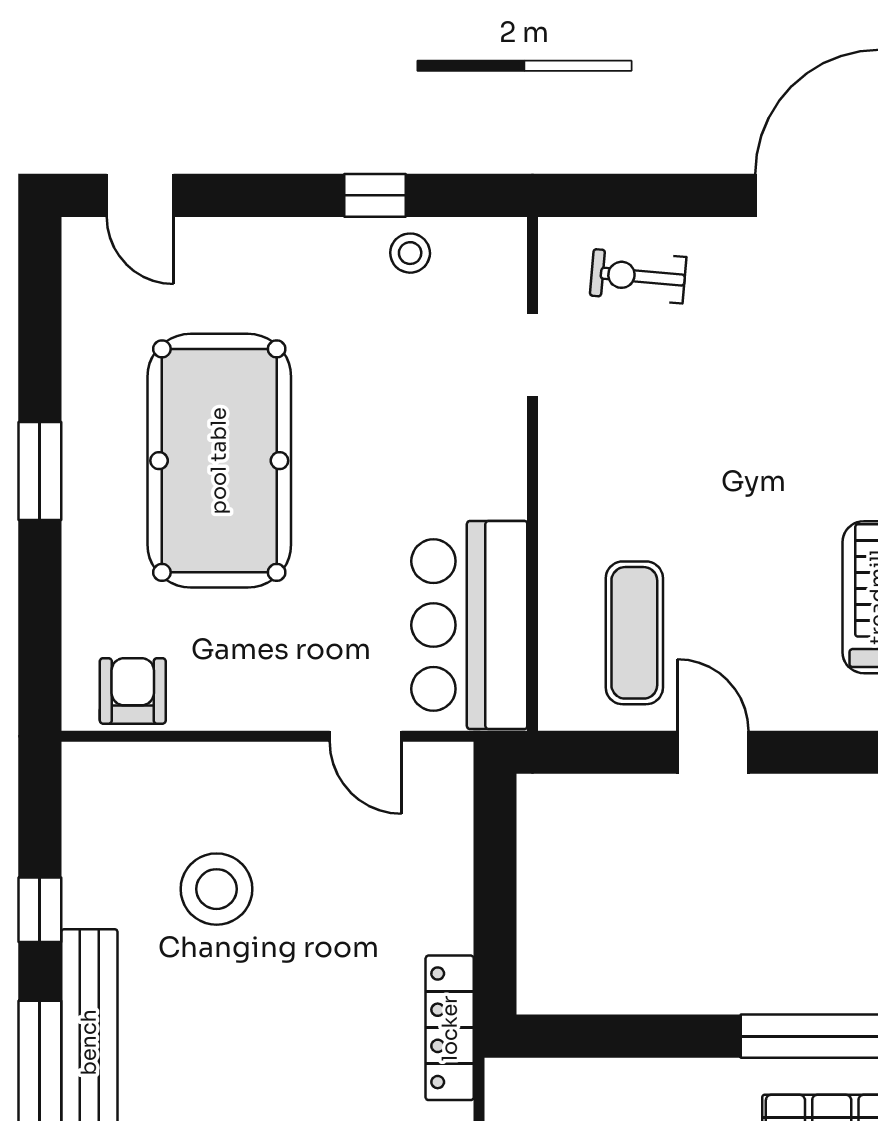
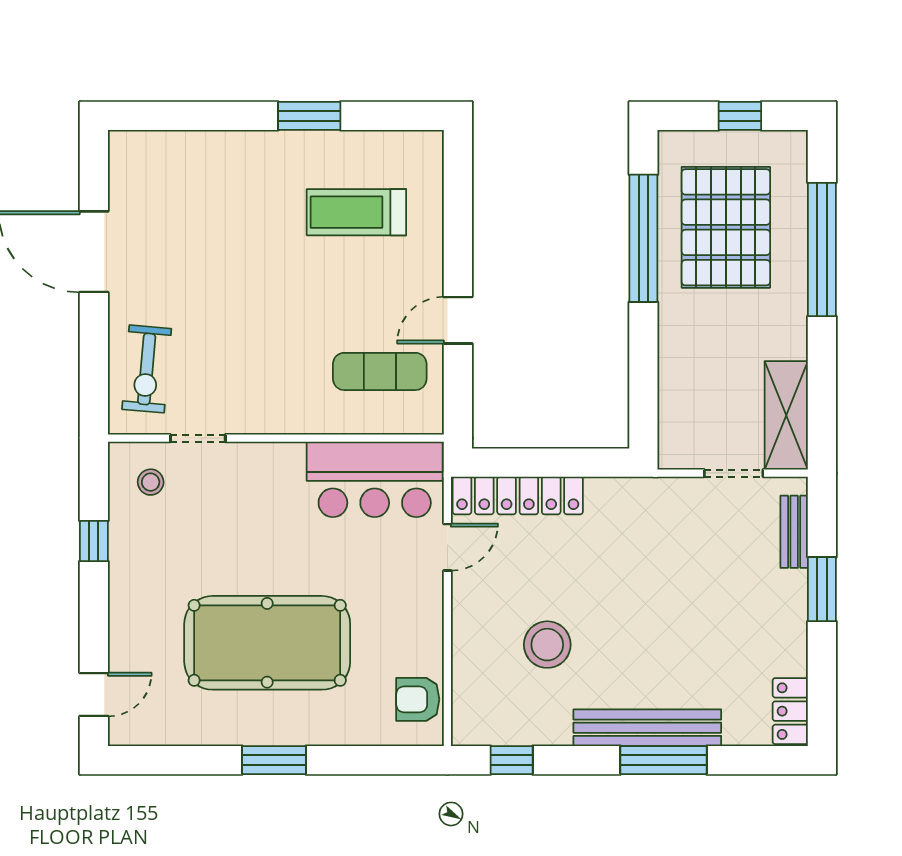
stool: (410, 253) -> (151, 482), moved
exercise bike: (638, 276) -> (147, 369), width x1.38, depth x1.39
window: (40, 910) -> (512, 760), moved
locker: (450, 1028) -> (518, 495), moved, width x1.41, depth x1.21

